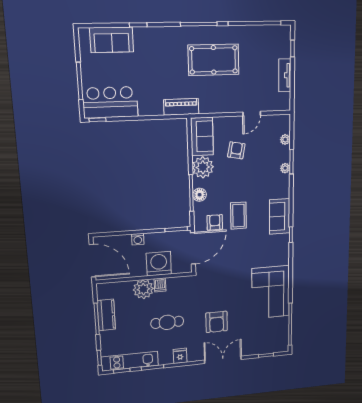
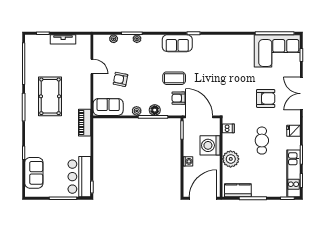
plant: (203, 167) -> (137, 111), width x0.53, depth x0.53
dishwasher: (160, 285) -> (228, 128), moved
corner sofa: (271, 292) -> (277, 51), moved
kitchen counter: (106, 315) -> (238, 190), moved

